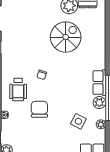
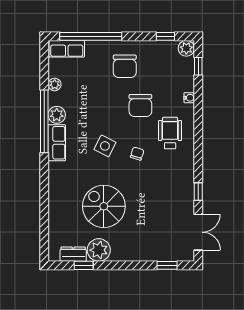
spiral stairs: (66, 37) -> (104, 206), turned 90
side table: (78, 121) -> (105, 146), moved
chair: (51, 137) -> (125, 66), added

